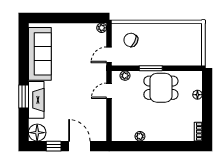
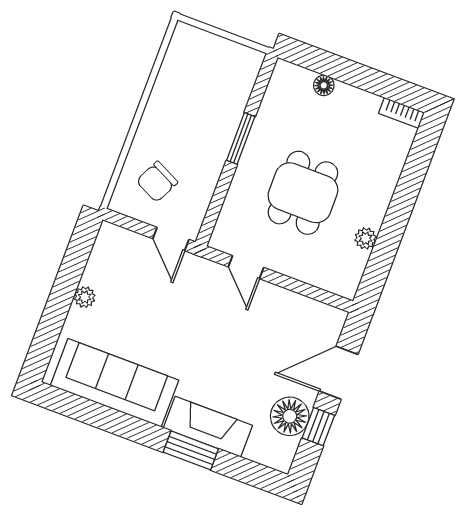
plant: (102, 28) -> (85, 297), moved
window: (151, 68) -> (241, 138), moved
plant: (125, 76) -> (227, 222), removed
dining table: (161, 88) -> (303, 193), moved
floor lamp: (37, 133) -> (290, 416), moved

